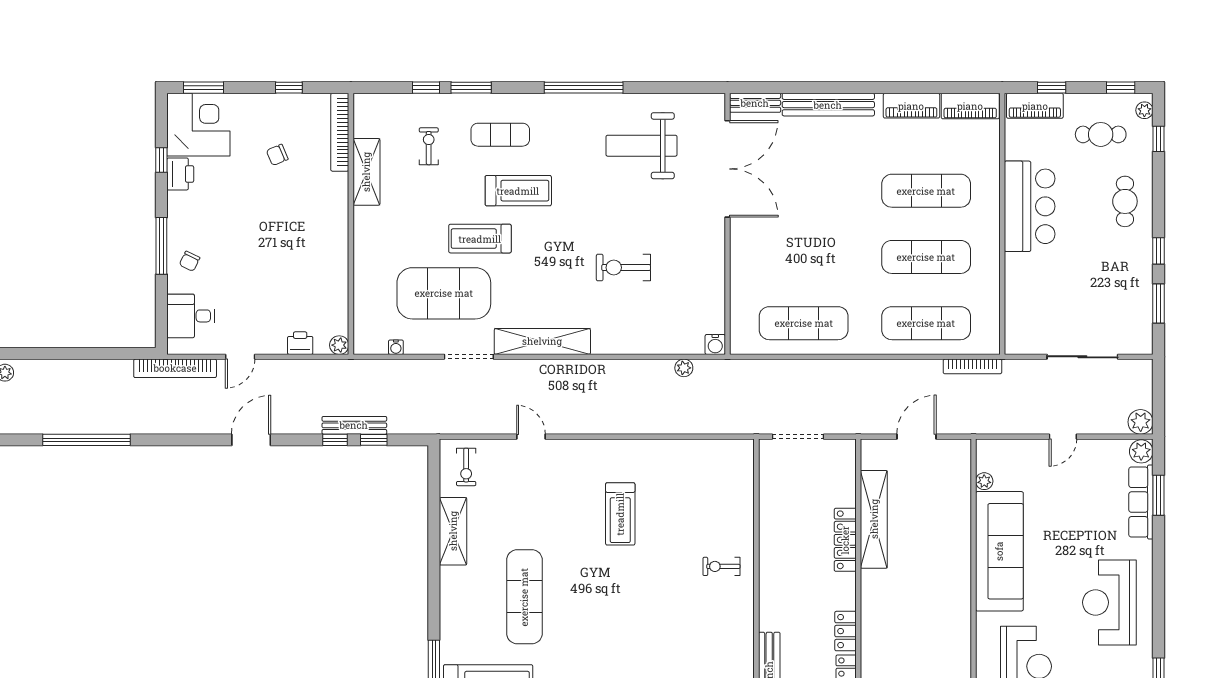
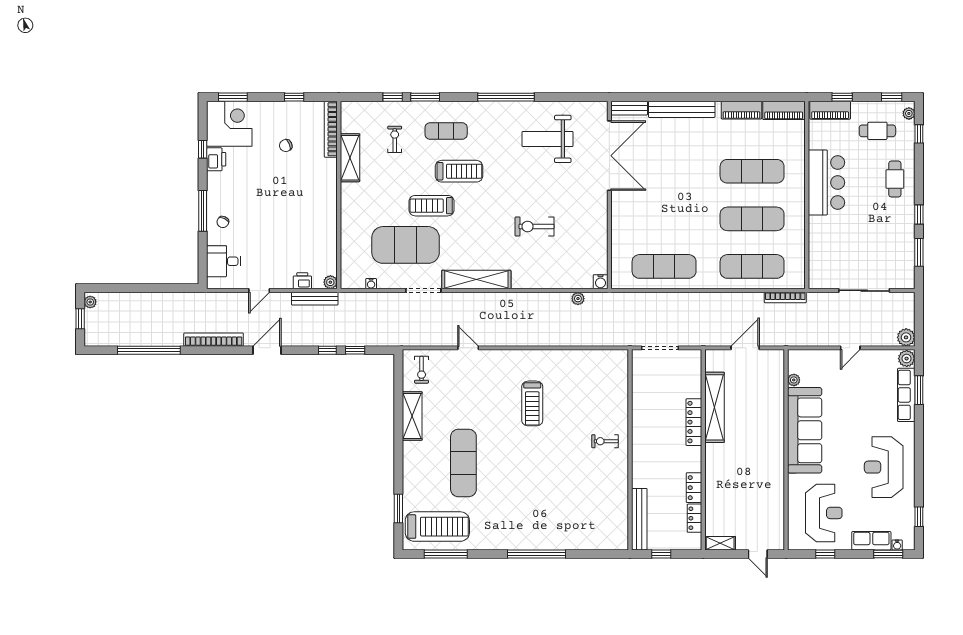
bookcase: (175, 368) -> (214, 340), moved, turned 180
bench: (354, 425) -> (315, 299), moved

